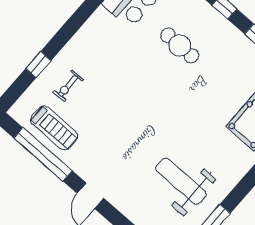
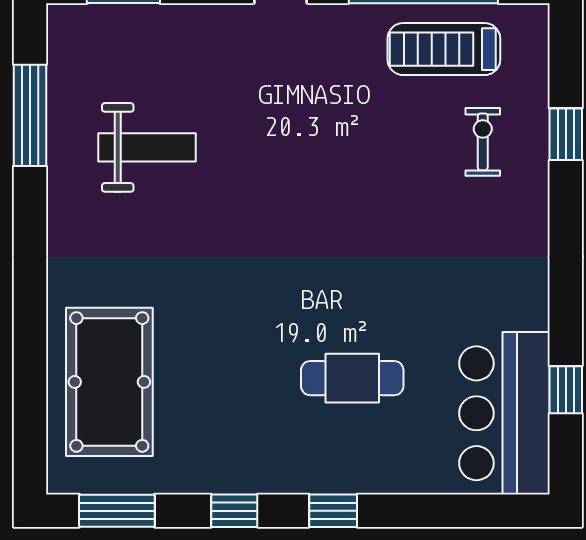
weight bench: (181, 181) -> (147, 147), width x0.73, depth x0.75

